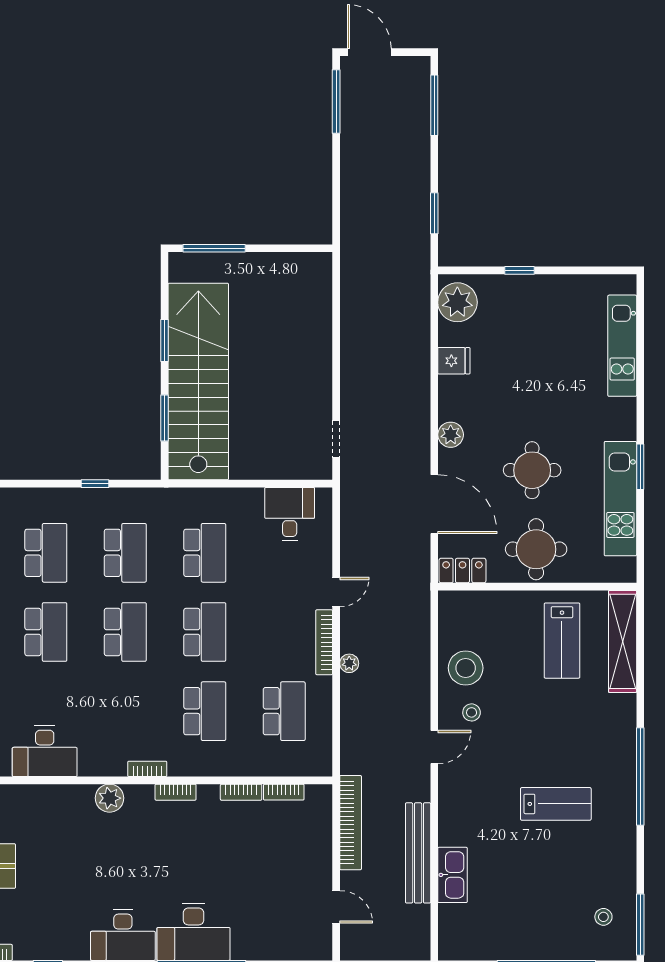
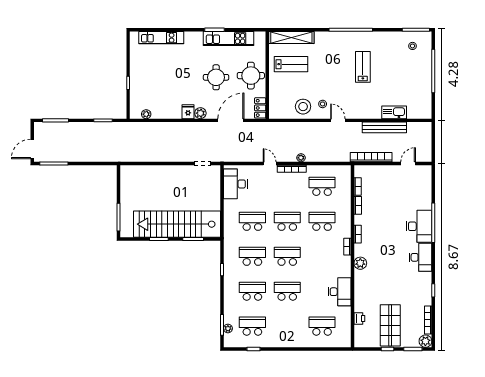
plant: (457, 302) -> (146, 114), width x0.53, depth x0.53
fridge: (454, 361) -> (188, 112), moved
desk: (290, 514) -> (235, 184), width x1.37

